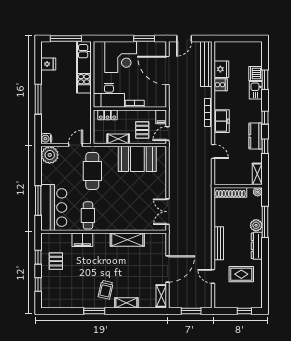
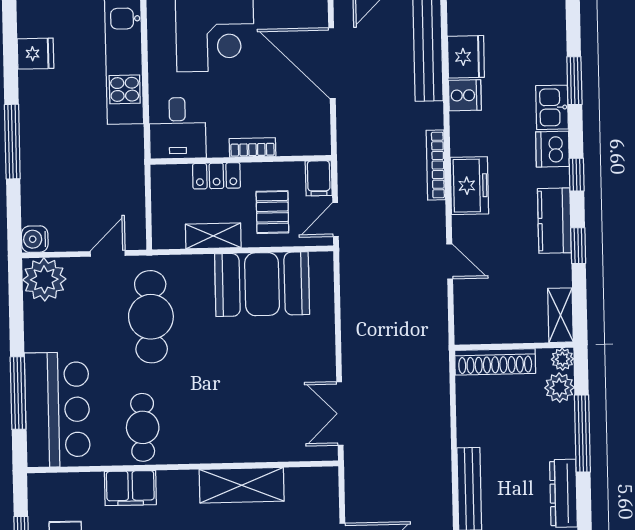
dishwasher: (255, 74) -> (552, 149), moved
desk: (109, 95) -> (177, 128), width x0.73
locker: (108, 115) -> (216, 176), moved
plant: (256, 225) -> (559, 388), moved

